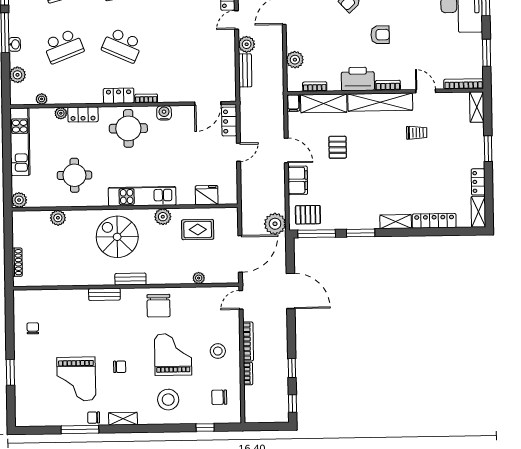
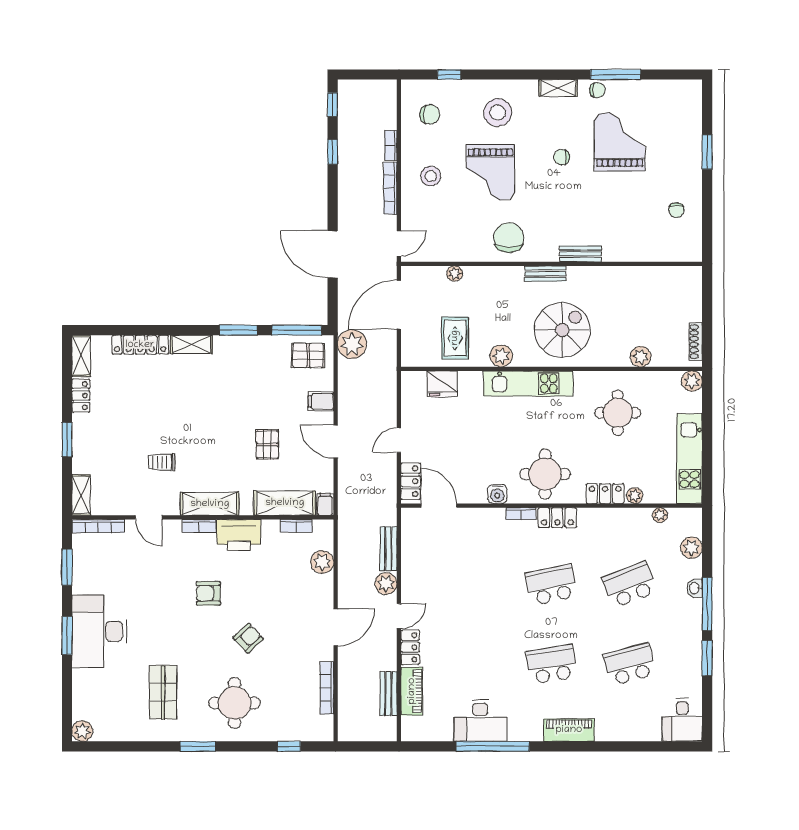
school desk: (122, 45) -> (552, 585), turned -36
shelving: (380, 102) -> (210, 504), width x0.68
door: (208, 103) -> (439, 506), hinge flipped
filing cabinet: (298, 180) -> (321, 401), width x0.50
rug: (198, 230) -> (455, 338), turned 90
spiral stairs: (117, 237) -> (562, 330), turned -90
shoe rack: (17, 262) -> (696, 342), moved

